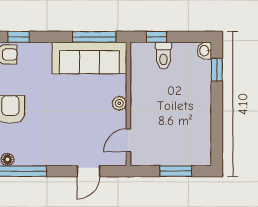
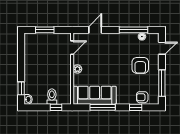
window: (94, 37) -> (103, 107), moved

